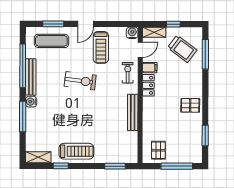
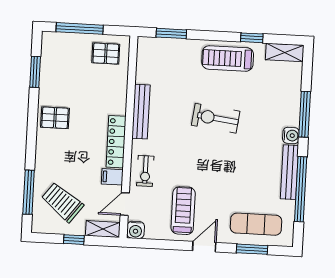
exercise bike: (80, 81) -> (216, 118), moved
locker: (148, 85) -> (116, 142), width x1.53
pallet: (158, 150) -> (106, 54), turned 90

